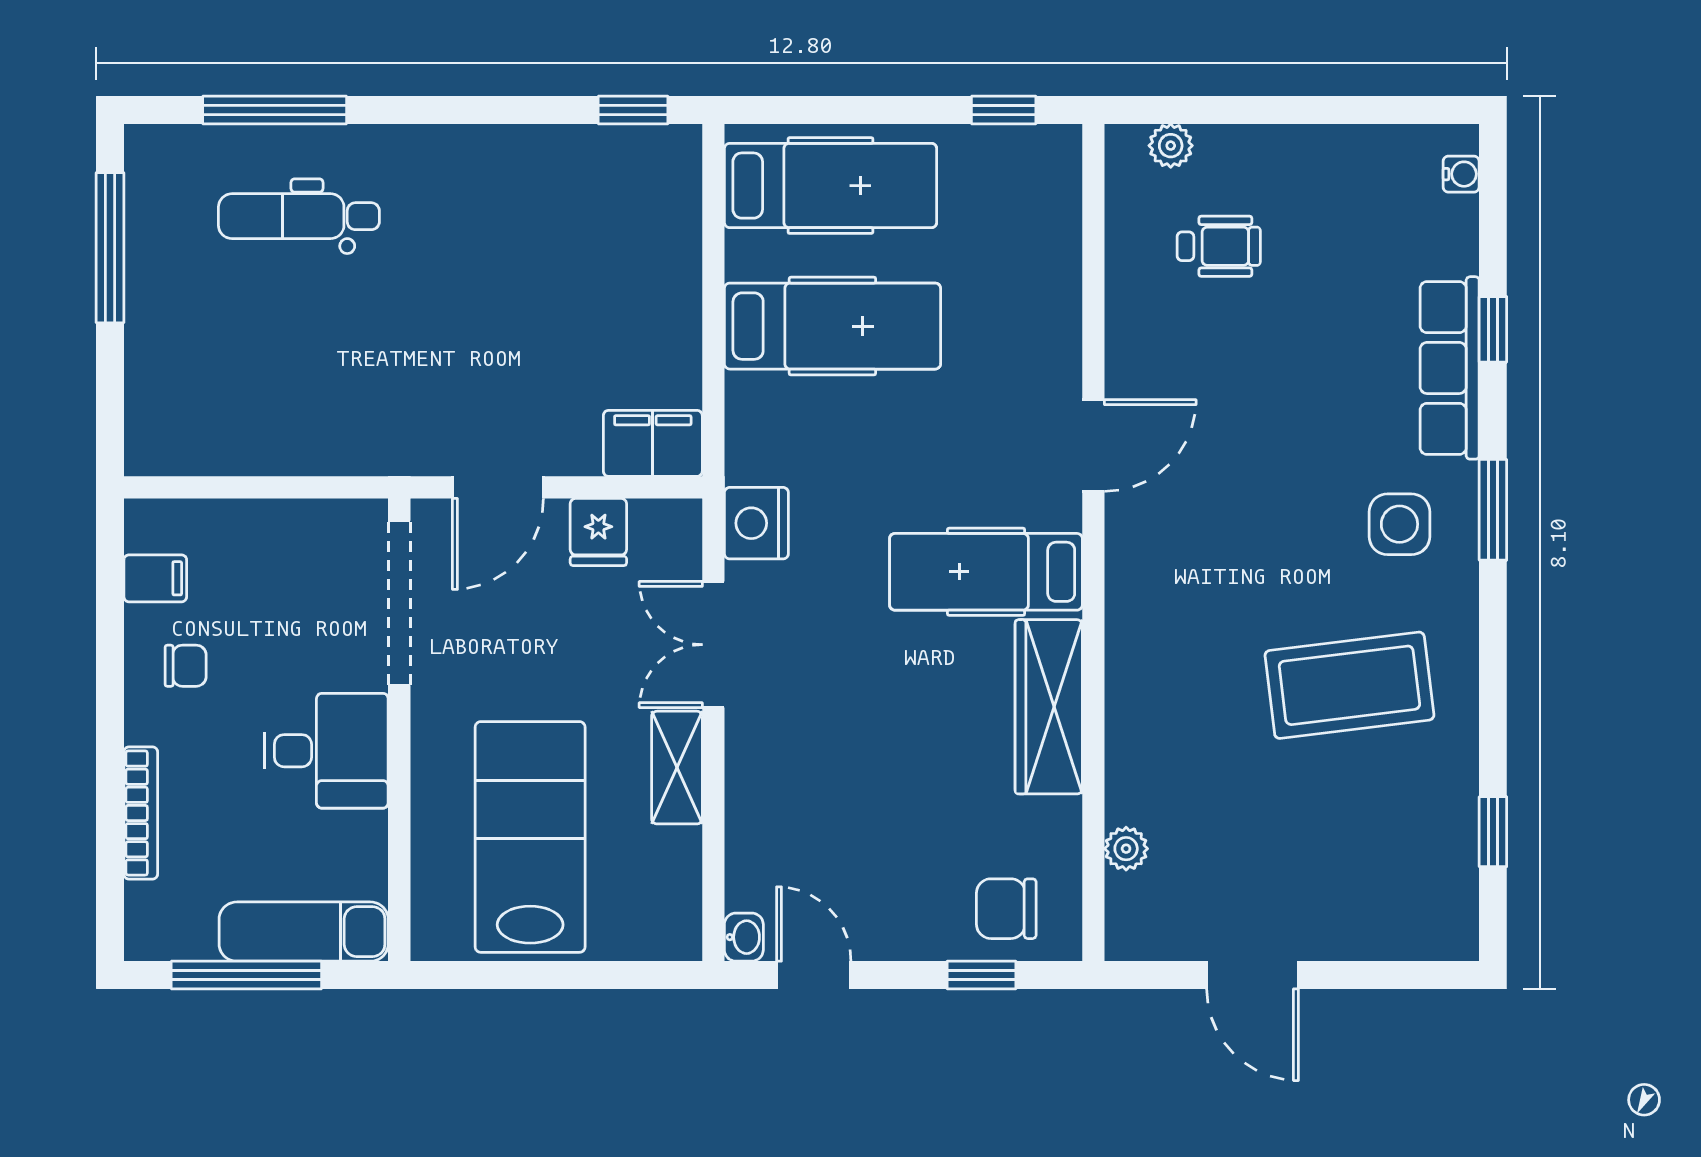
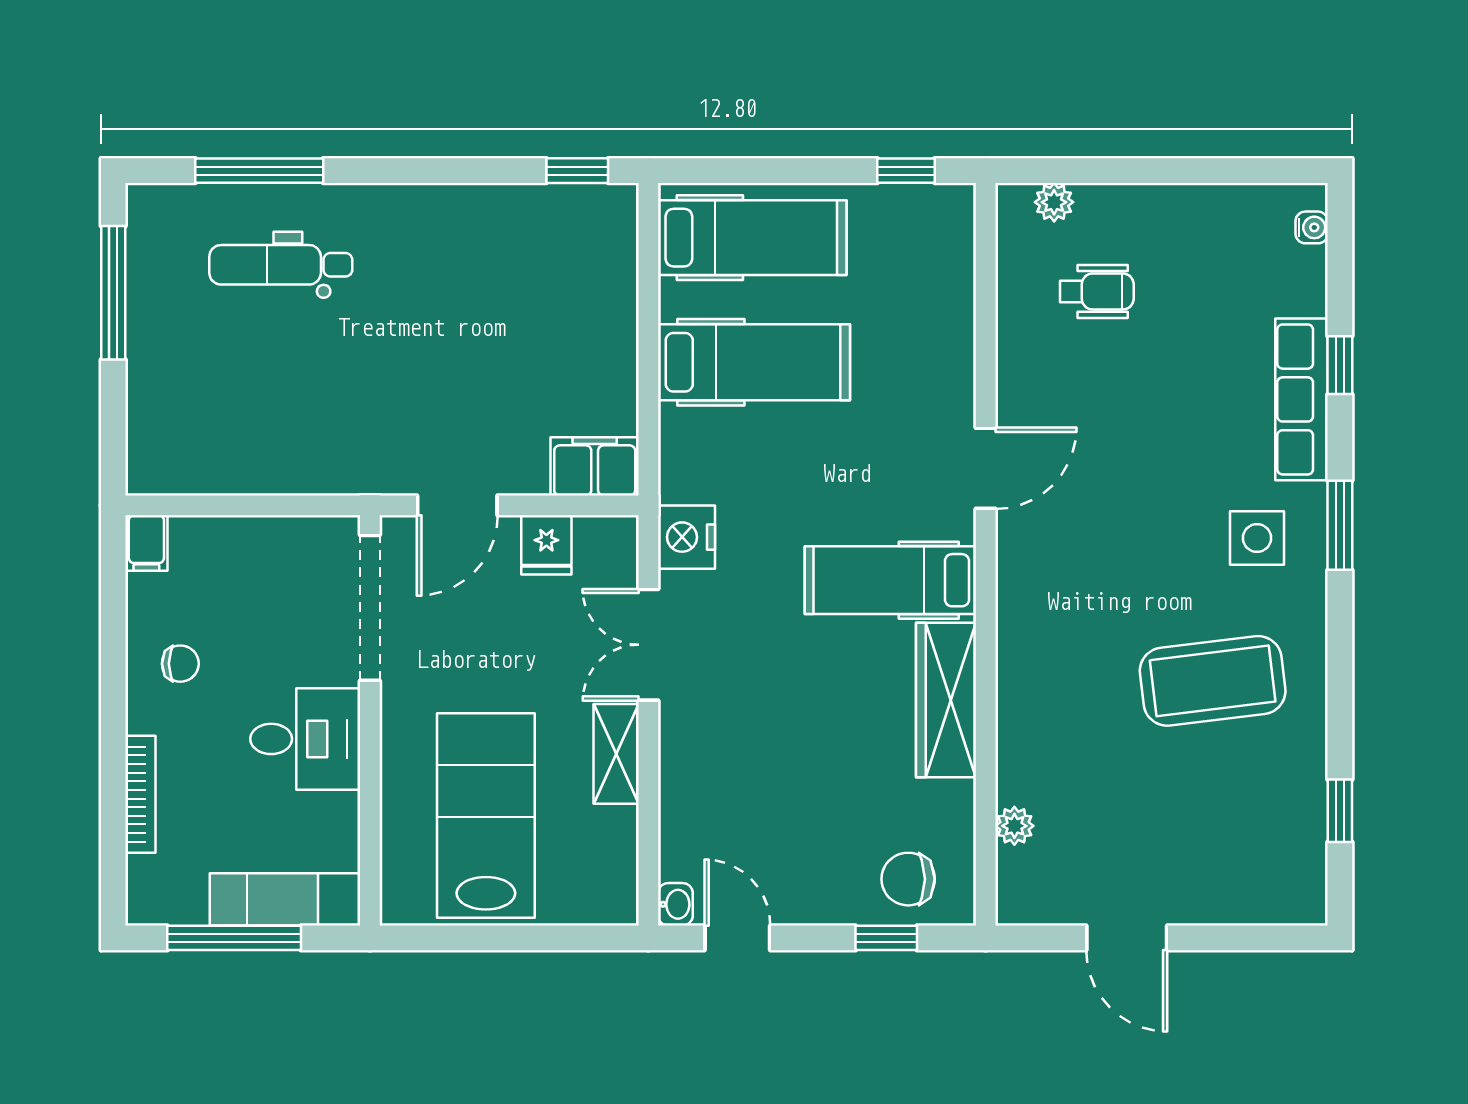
filing cabinet: (155, 578) -> (146, 543), moved, turned 90

